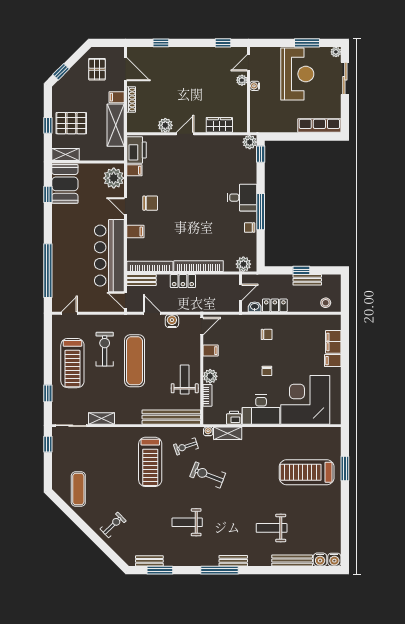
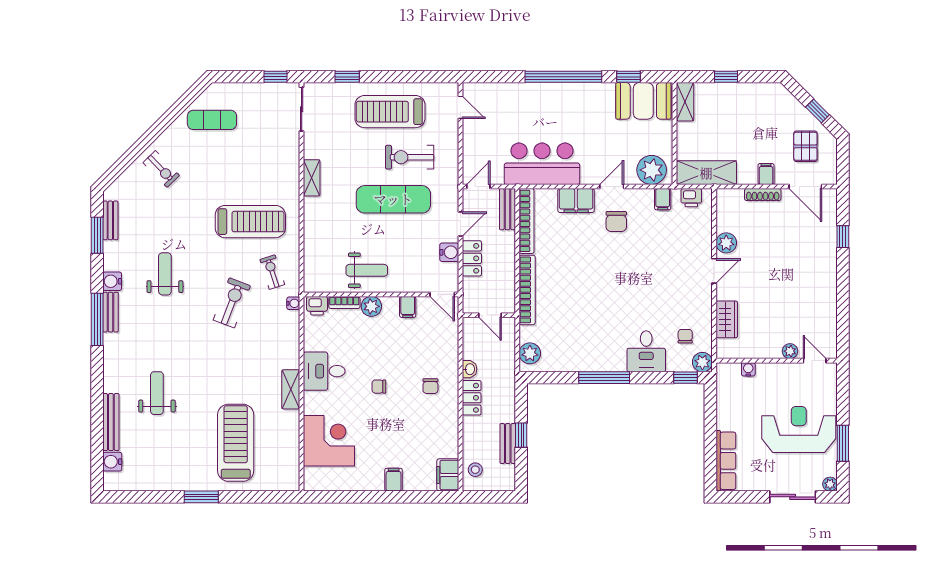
window: (223, 43) -> (843, 324), removed
pallet: (97, 69) -> (805, 146), turned 90
door: (125, 69) -> (805, 187), hinge flipped
window: (61, 72) -> (817, 111), moved
reception desk: (297, 74) -> (799, 429), turned 180
water cooler: (255, 86) -> (748, 369), moved
pallet: (71, 123) -> (729, 110), removed
shelving: (116, 125) -> (706, 173), moved
door: (185, 134) -> (714, 271), hinge flipped
printer: (136, 150) -> (691, 198), width x0.53, depth x0.68
desk: (242, 198) -> (646, 351), moved
chair: (250, 228) -> (685, 336), moved
filing cabinet: (135, 231) -> (576, 200), width x2.00
bar counter: (109, 256) -> (542, 164), width x0.73
window: (48, 271) -> (563, 77), moved
locker: (183, 281) -> (472, 258), moved, turned 180
door: (241, 292) -> (490, 315), moved
wall: (241, 293) -> (489, 315), moved
filing cabinet: (333, 342) -> (448, 475), moved, turned -90
exercise bike: (105, 349) -> (410, 157), turned 180
corner desk: (305, 400) -> (329, 441), width x0.74, depth x0.74
desk: (261, 410) -> (324, 371), width x0.73
bench: (171, 417) -> (314, 251), removed
shelving: (102, 418) -> (312, 178), moved
printer: (234, 418) -> (317, 306), moved, turned 90
shelving: (228, 433) -> (291, 389), moved
treadmill: (150, 462) -> (250, 222), turned 180
window: (345, 468) -> (201, 497), moved
water cooler: (334, 560) -> (112, 281), moved
bench: (233, 561) -> (110, 312), moved

